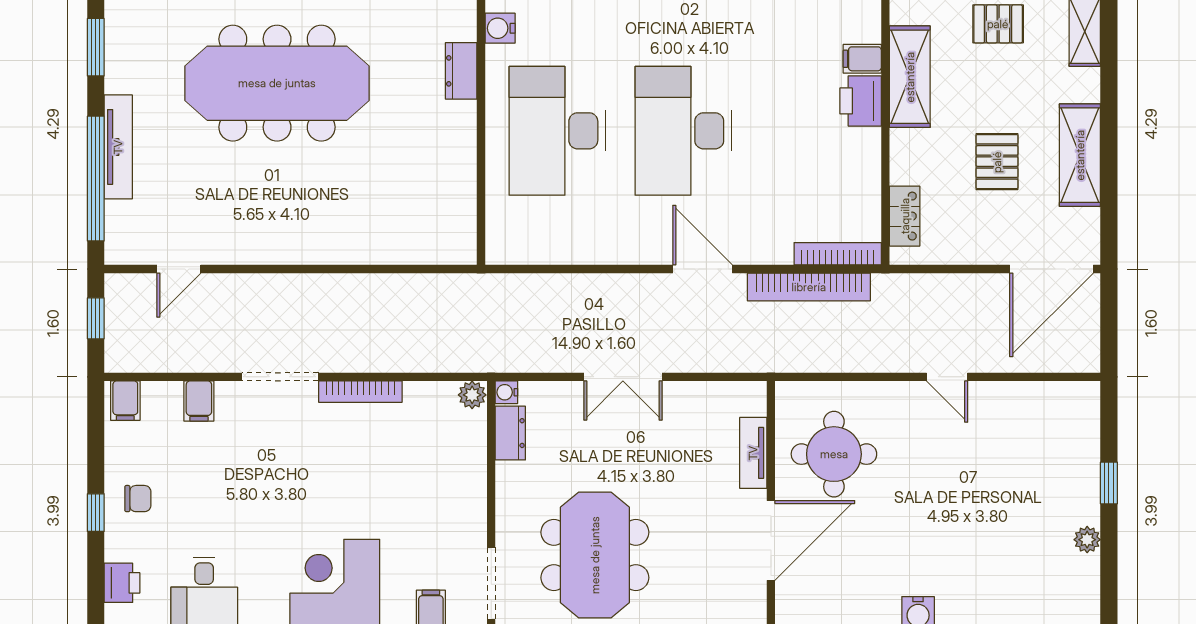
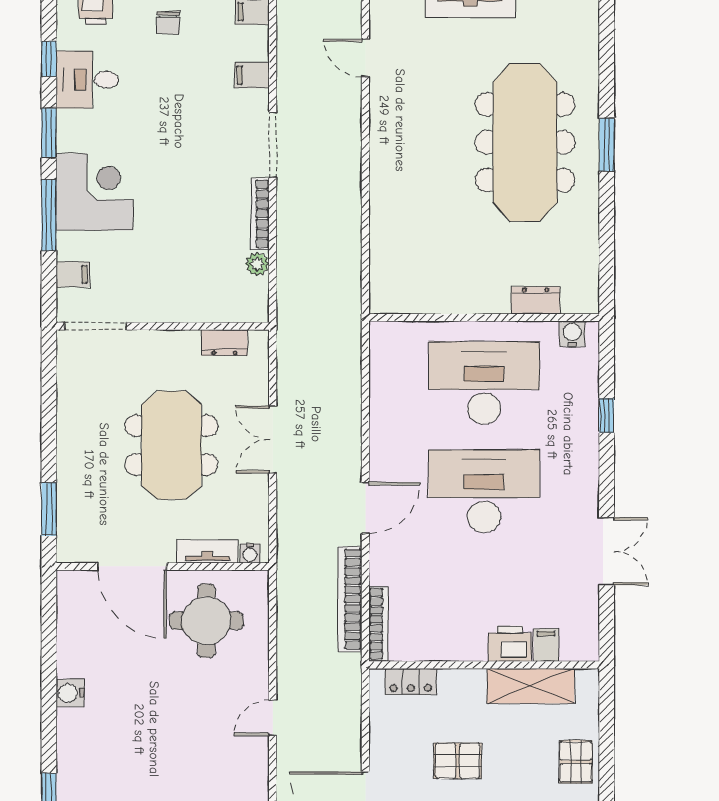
water cooler: (506, 392) -> (250, 553), moved, turned 180
plant: (472, 395) -> (257, 264), moved
meeting table: (595, 555) -> (171, 445), moved, turned 90

